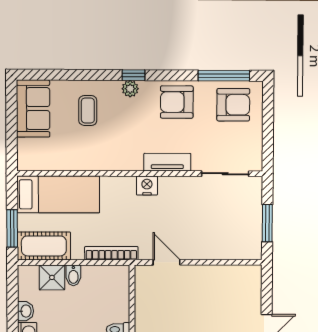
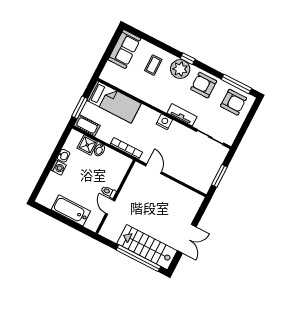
plant: (130, 89) -> (180, 69), width x1.88, depth x1.88
cot: (44, 246) -> (87, 126), width x0.73, depth x0.75

